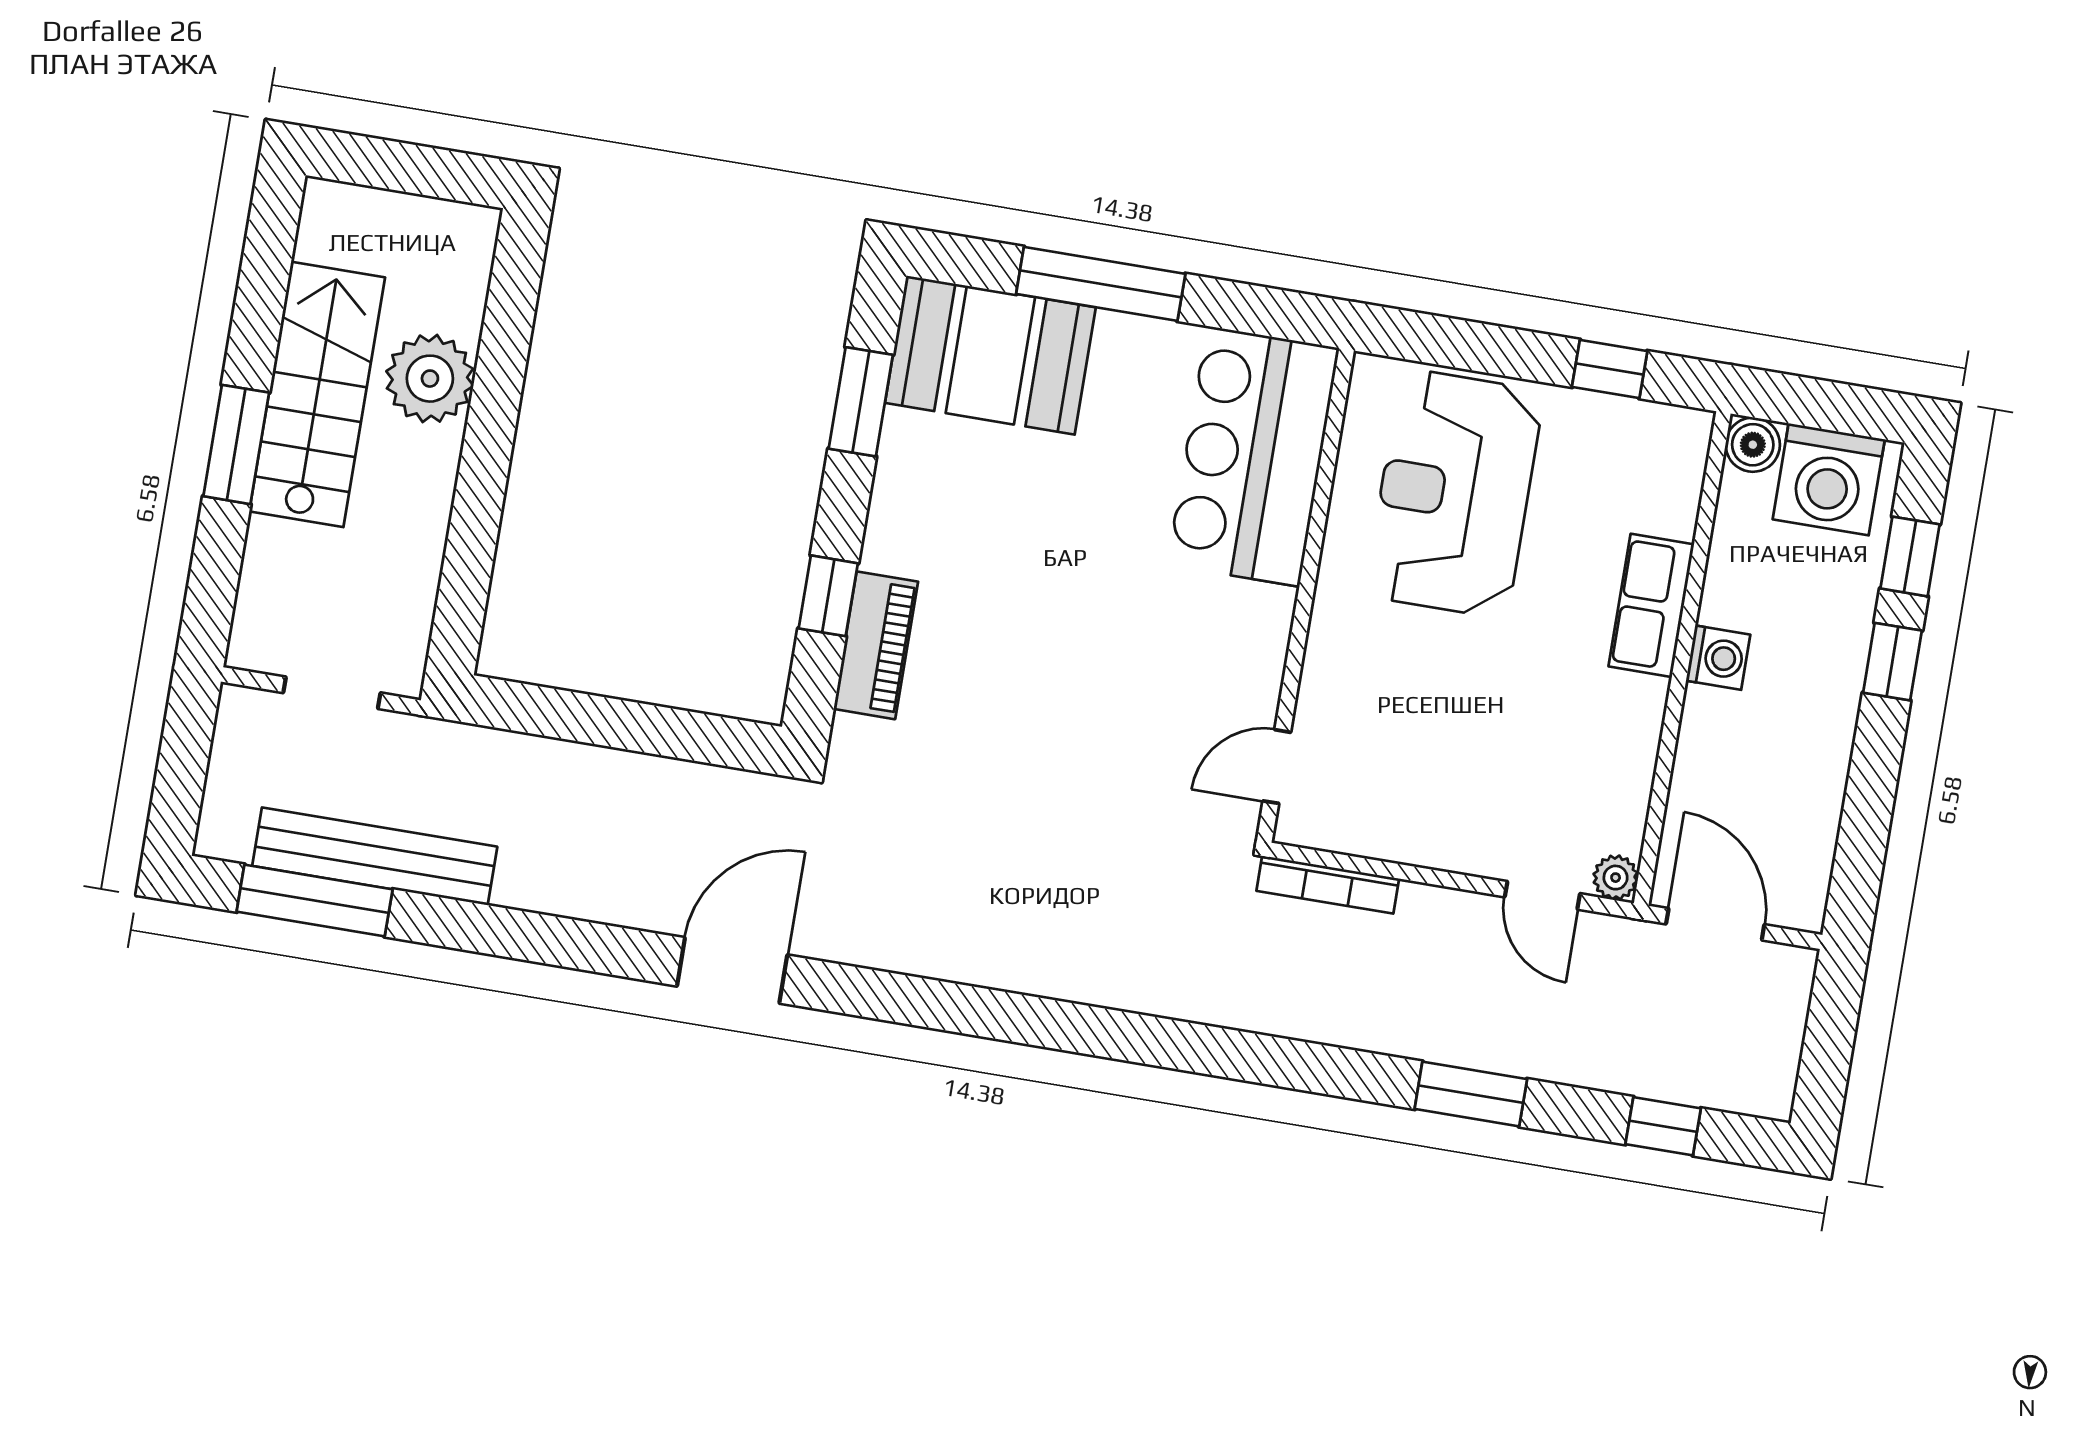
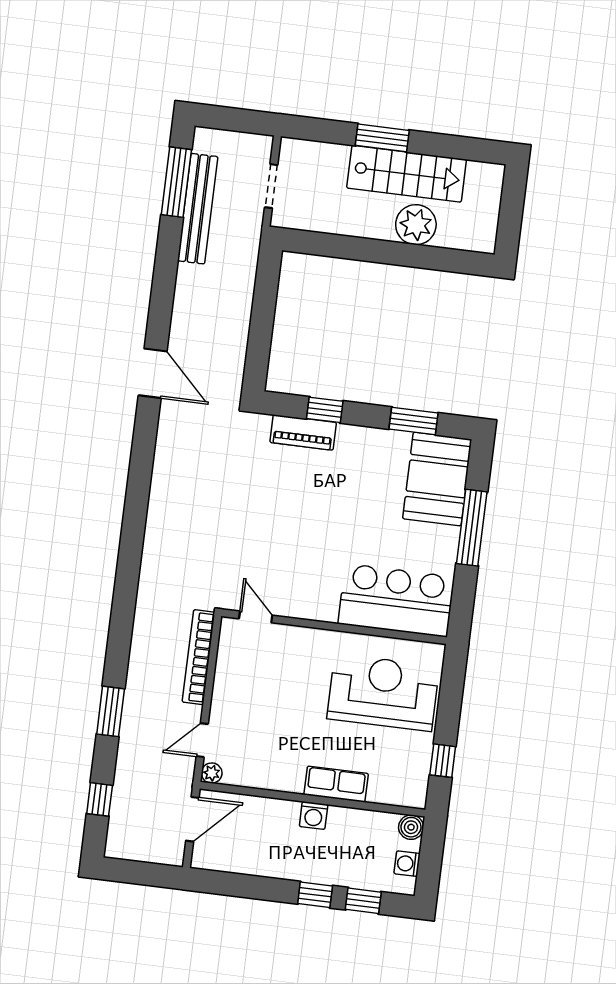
washing machine: (1829, 479) -> (407, 864), width x0.53, depth x0.53
bookcase: (1328, 885) -> (199, 657), width x1.48, depth x1.31

